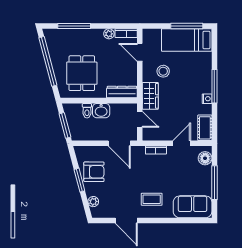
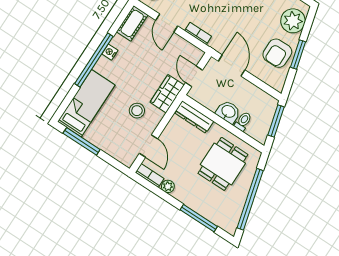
bed: (187, 40) -> (86, 103), moved, turned -90
window: (214, 86) -> (94, 60), width x1.46
door: (182, 143) -> (167, 23), hinge flipped
armchair: (94, 172) -> (277, 53), turned -90
plant: (93, 202) -> (293, 21), width x1.88, depth x1.88

